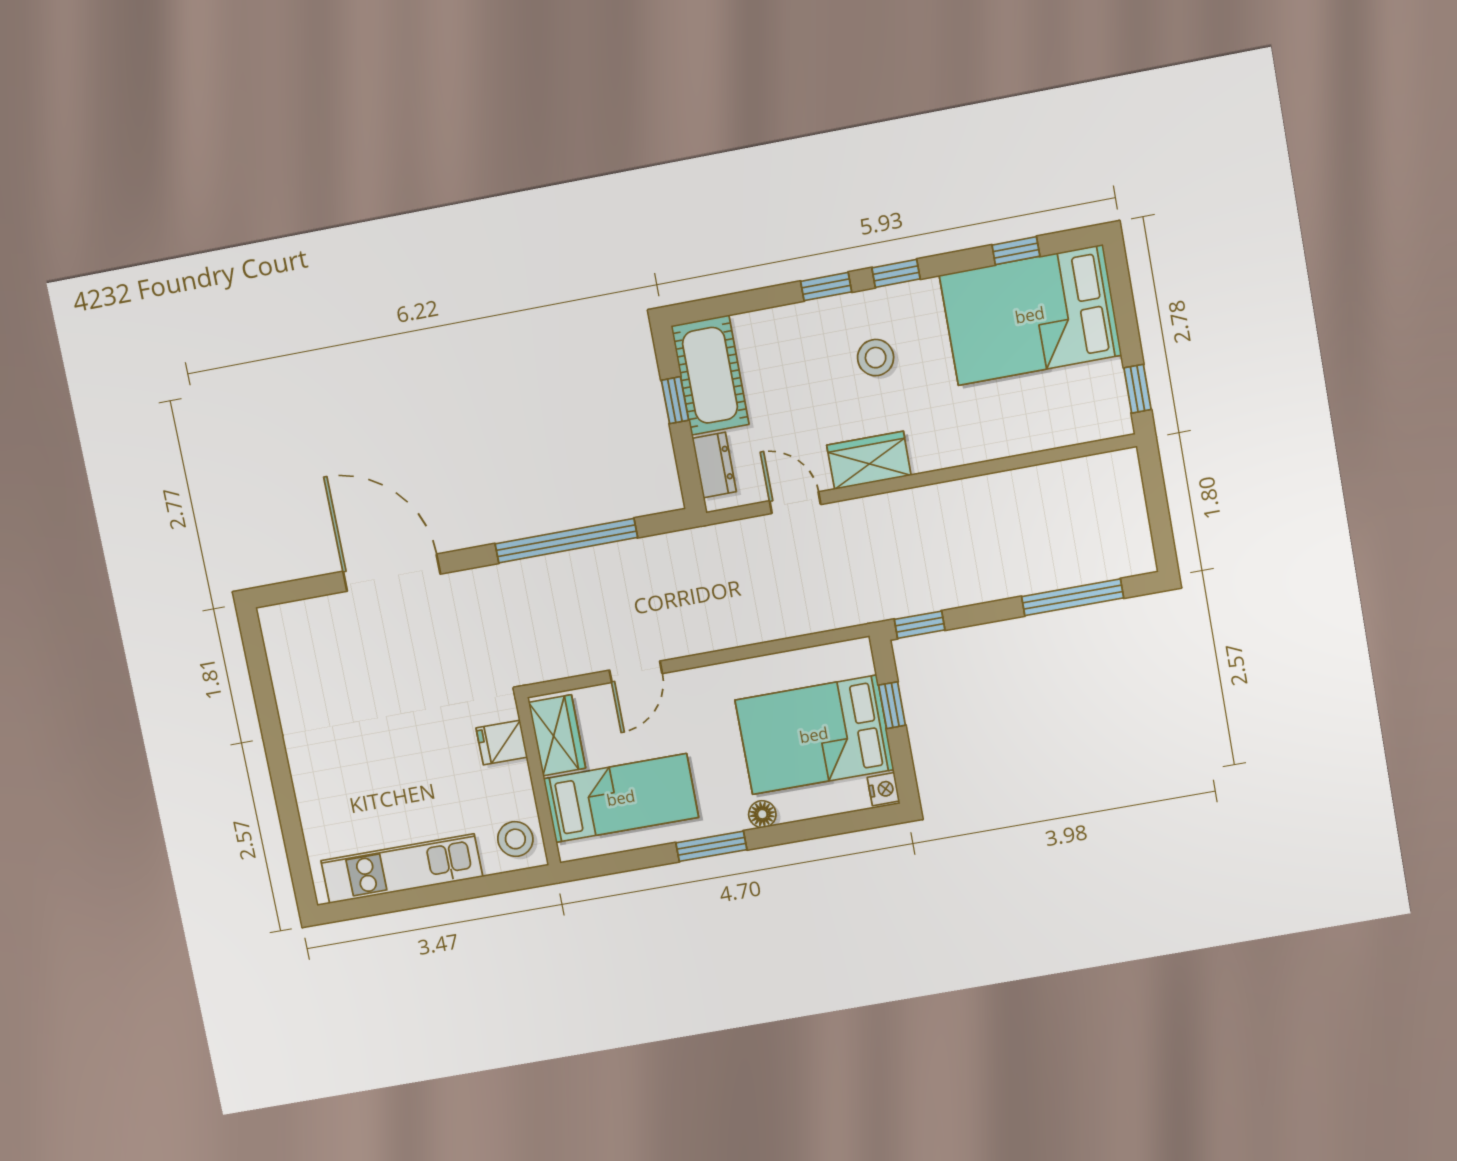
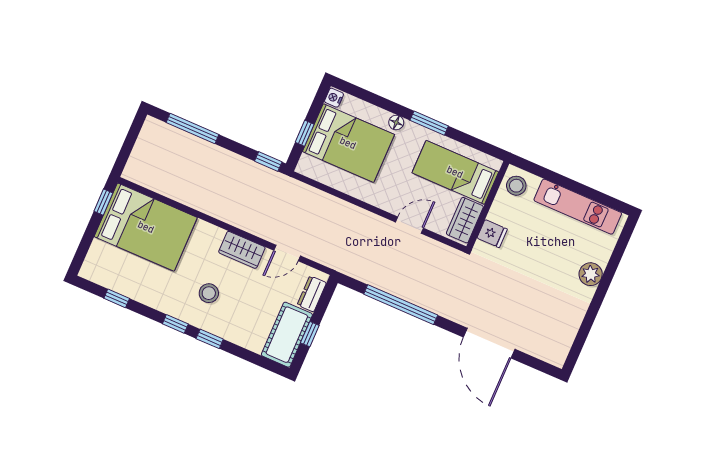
bed: (1030, 315) -> (146, 227), moved
door: (795, 503) -> (287, 253), hinge flipped
plant: (312, 780) -> (591, 274), added

